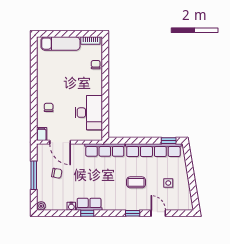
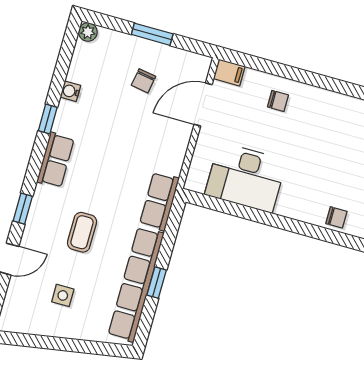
window: (169, 141) -> (157, 283), moved
row of seats: (105, 150) -> (159, 201), width x0.68
window: (34, 175) -> (152, 34), width x0.69
row of seats: (89, 204) -> (55, 160), moved

